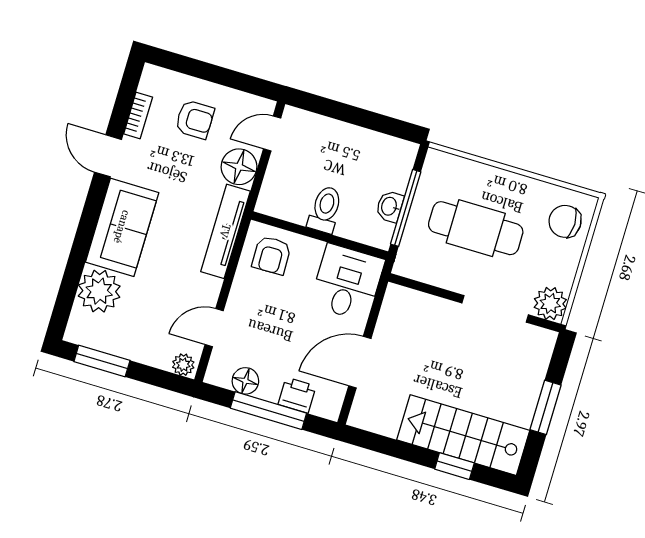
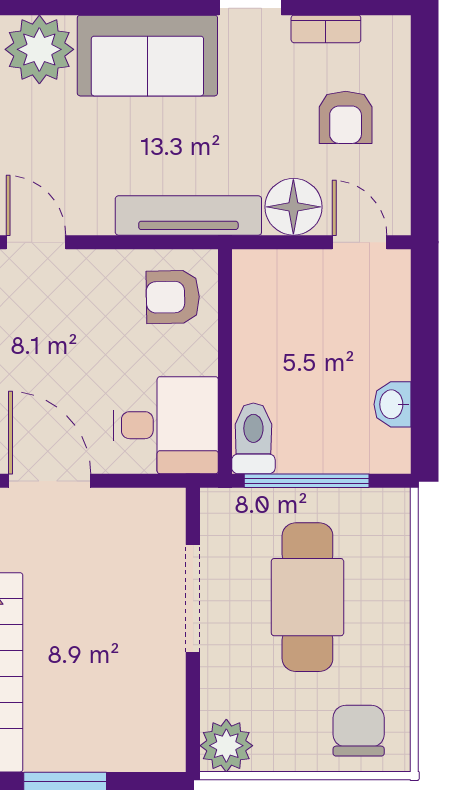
washbasin: (390, 206) -> (392, 404), moved, turned -90
toilet: (325, 209) -> (253, 438), moved, turned -90
doorway: (495, 309) -> (193, 598), moved

